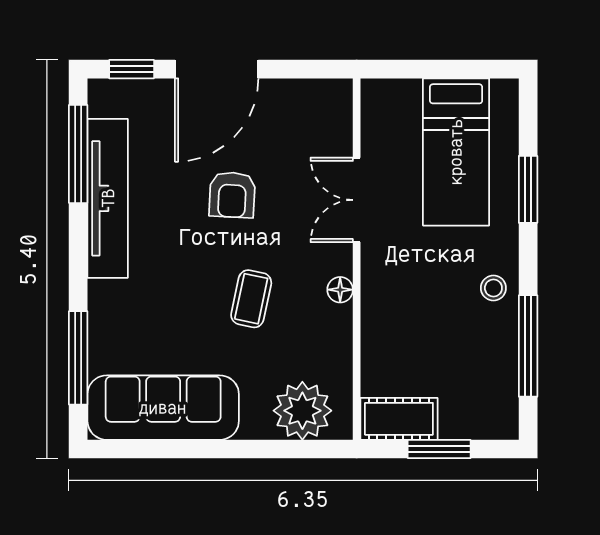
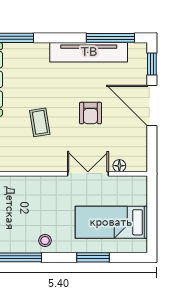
armchair: (232, 195) -> (90, 113), turned -93
floor lamp: (340, 290) -> (119, 166), moved
coffee table: (251, 299) -> (40, 122), turned 69

